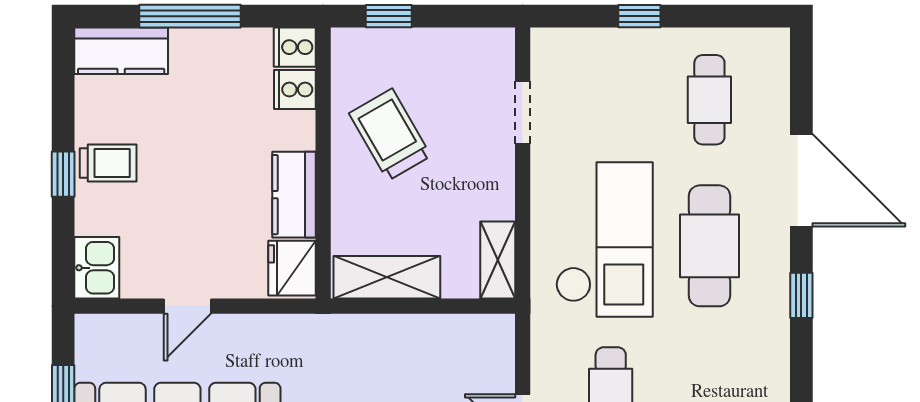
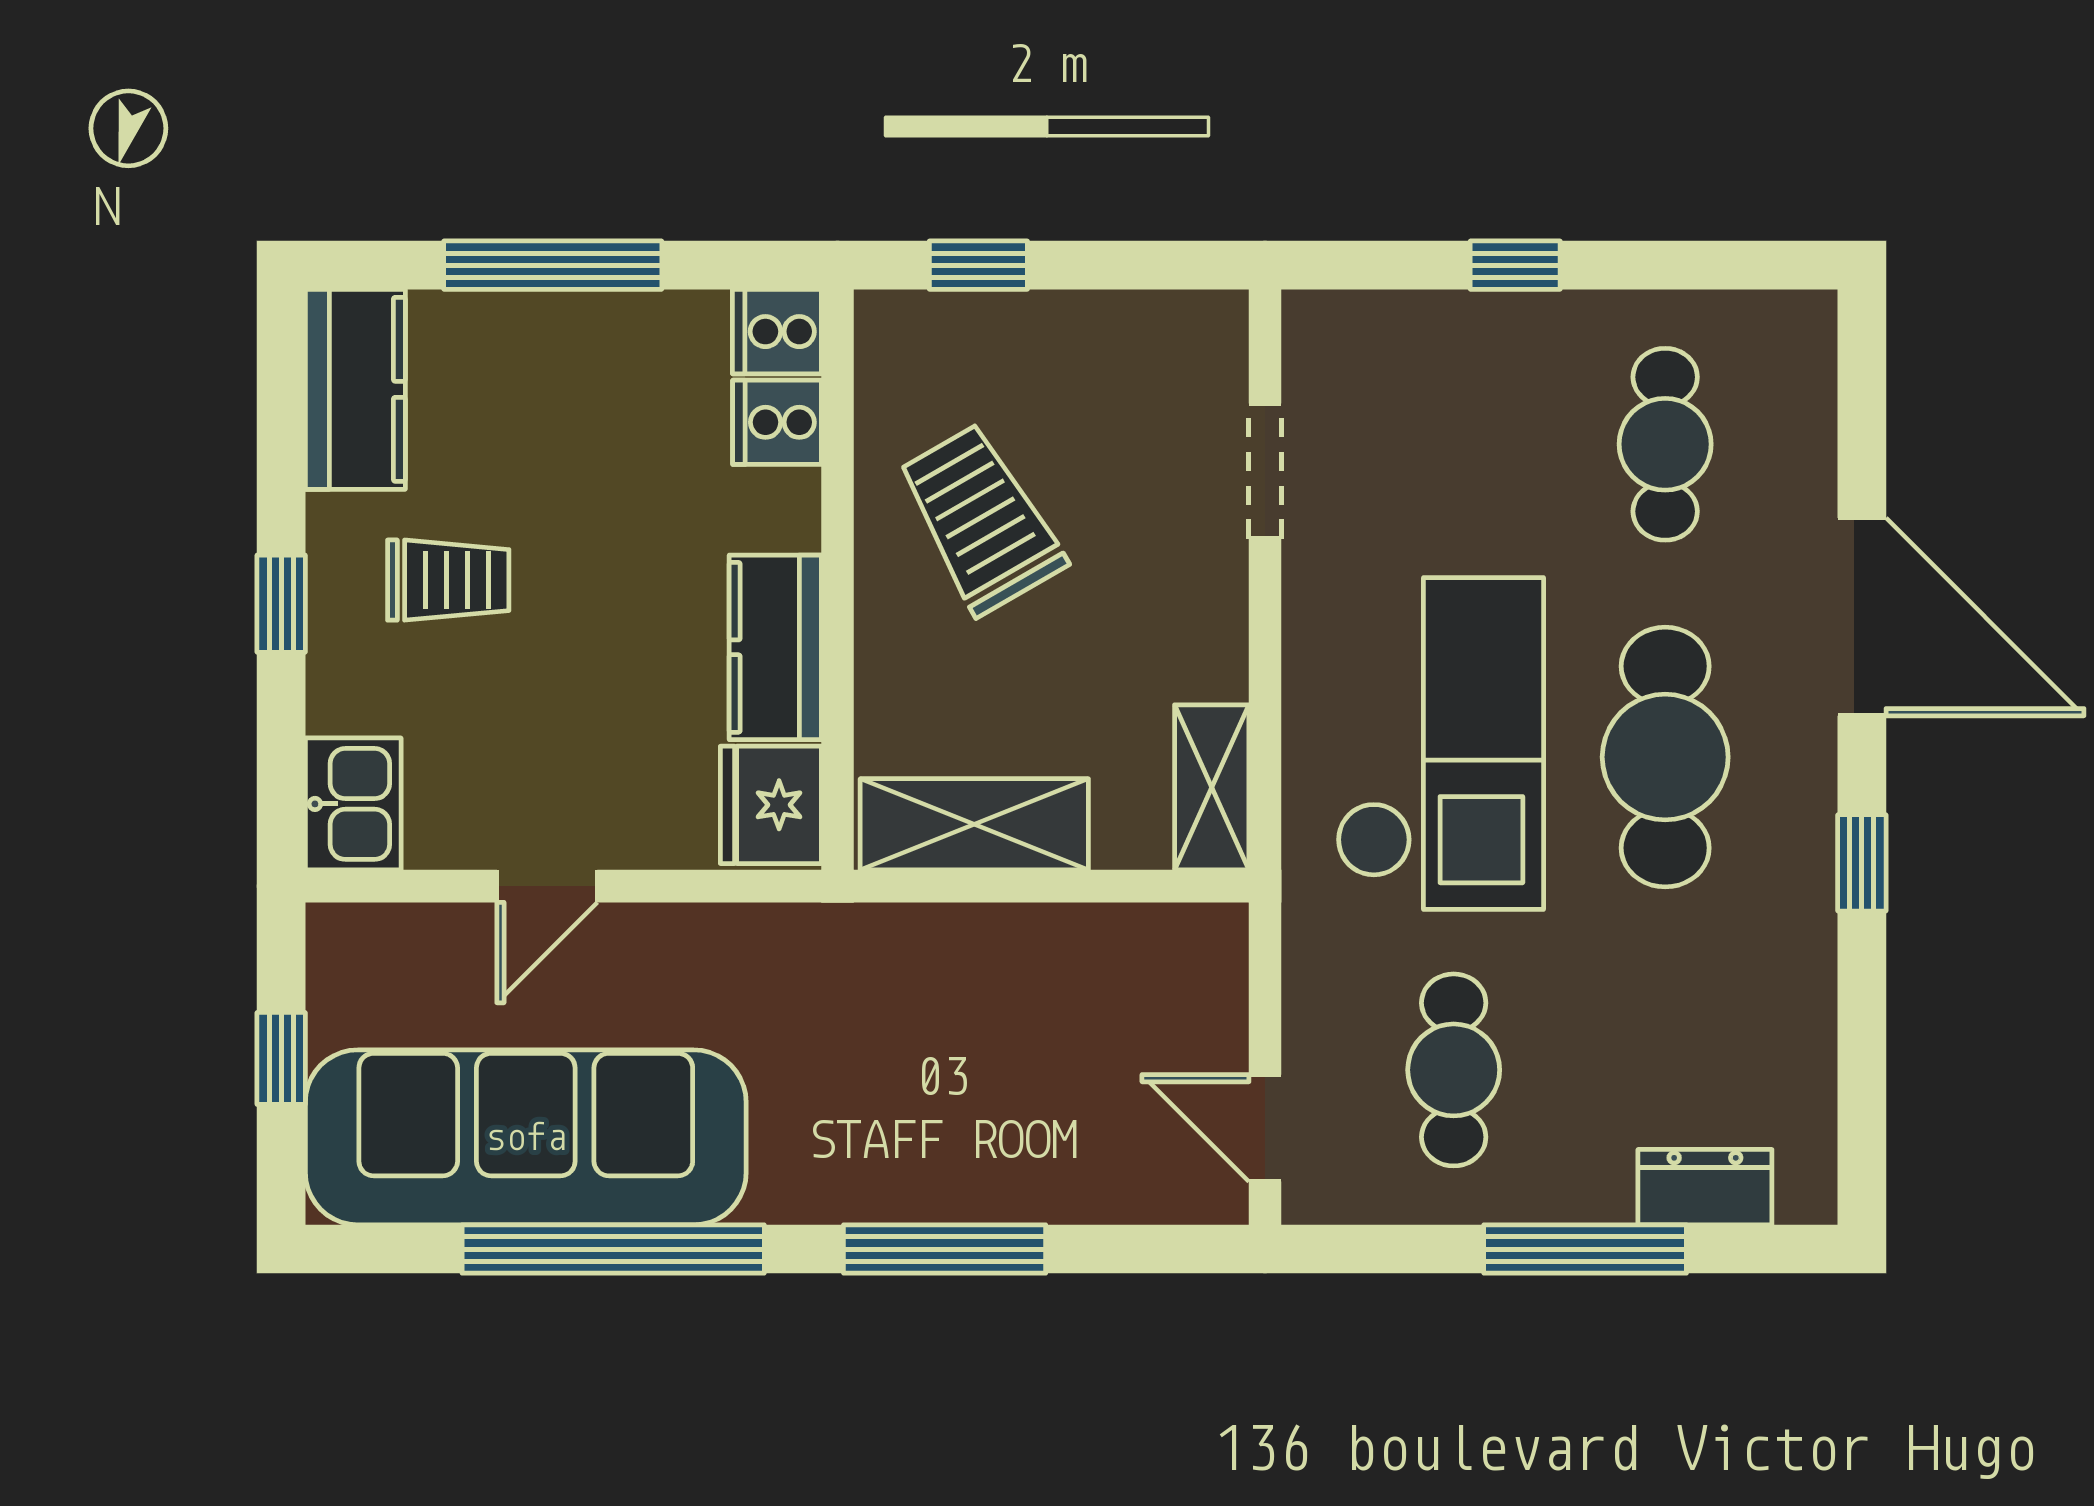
kitchen counter: (121, 51) -> (355, 389), moved, turned -90
trolley: (108, 163) -> (448, 580), moved

